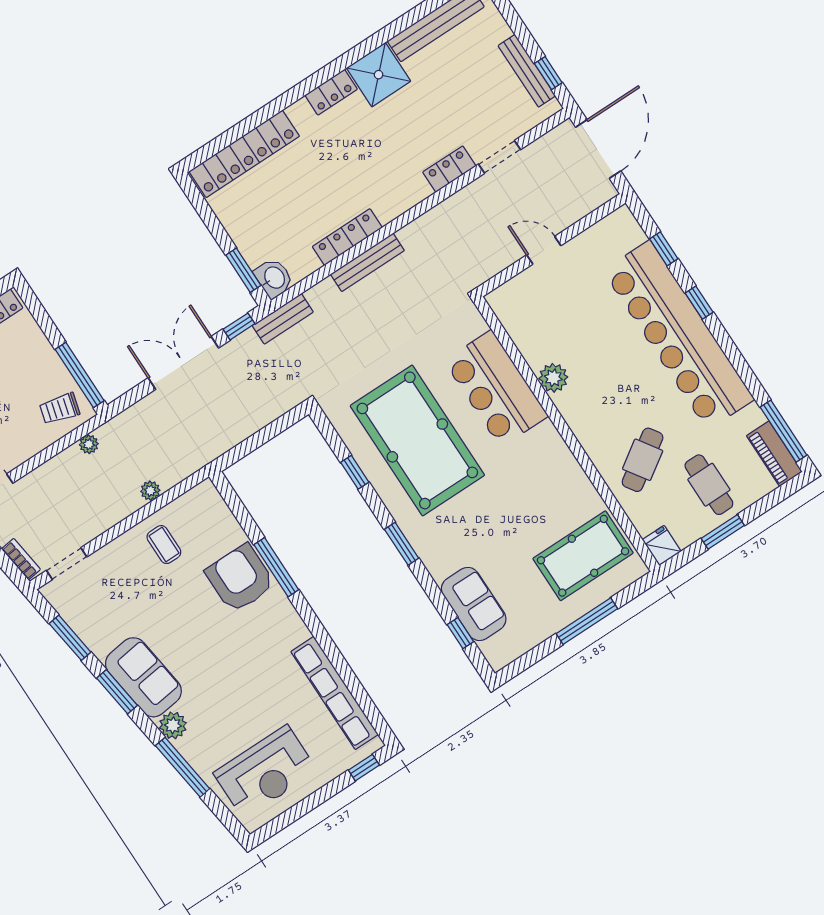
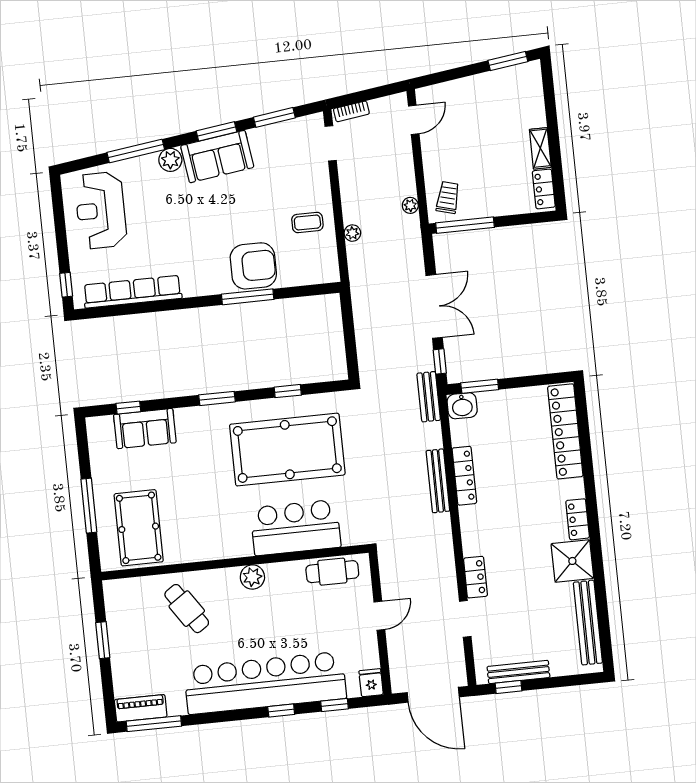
plant: (553, 378) -> (252, 577), moved
cafe table: (709, 485) -> (332, 572), moved
fridge: (662, 545) -> (371, 683), moved, turned -90

